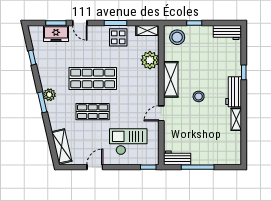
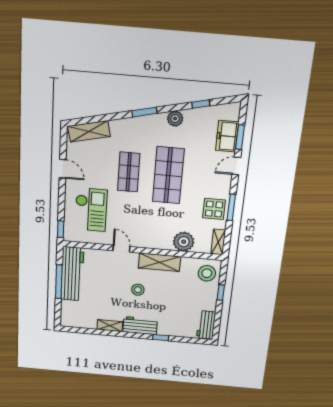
plant: (49, 95) -> (175, 119), moved
workbench: (177, 158) -> (72, 274), width x1.87, depth x1.32

